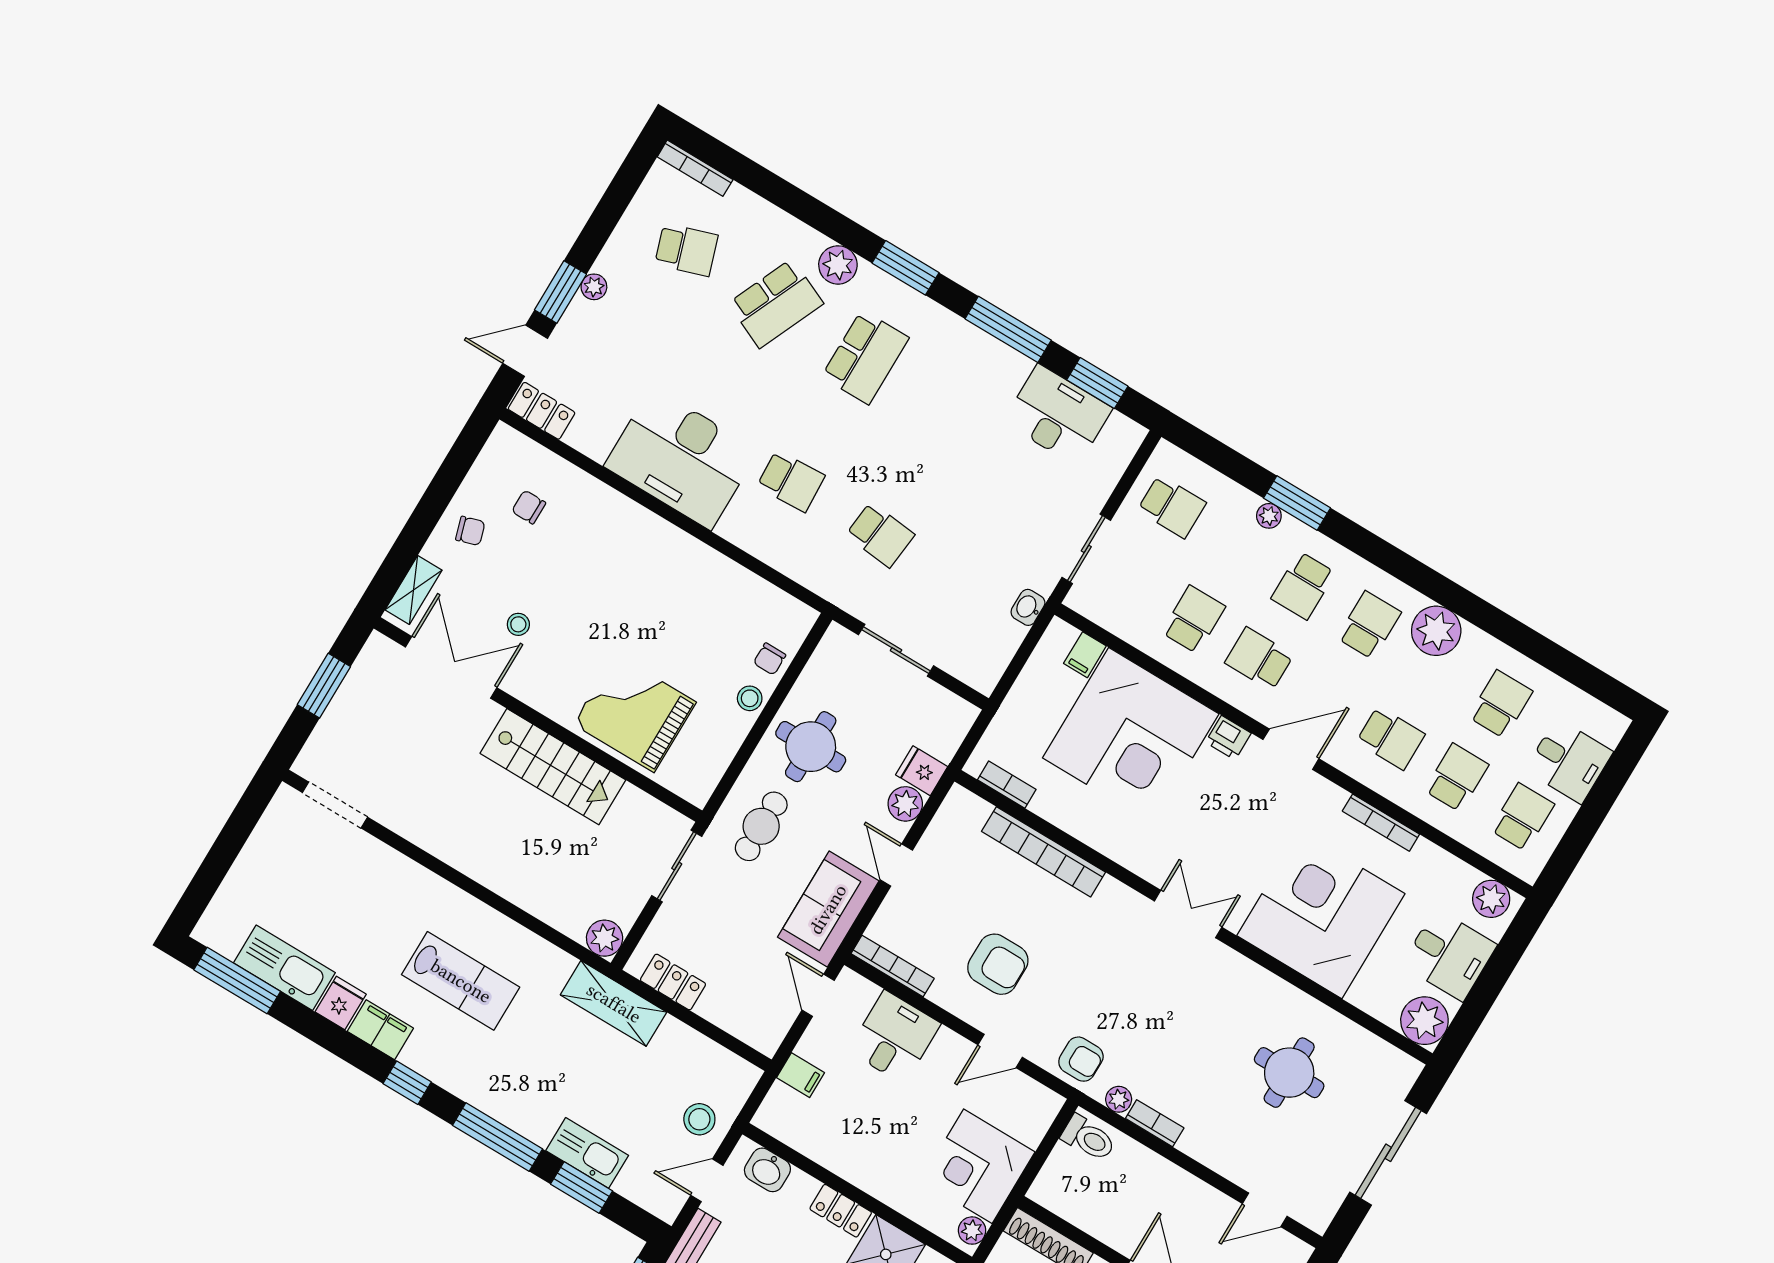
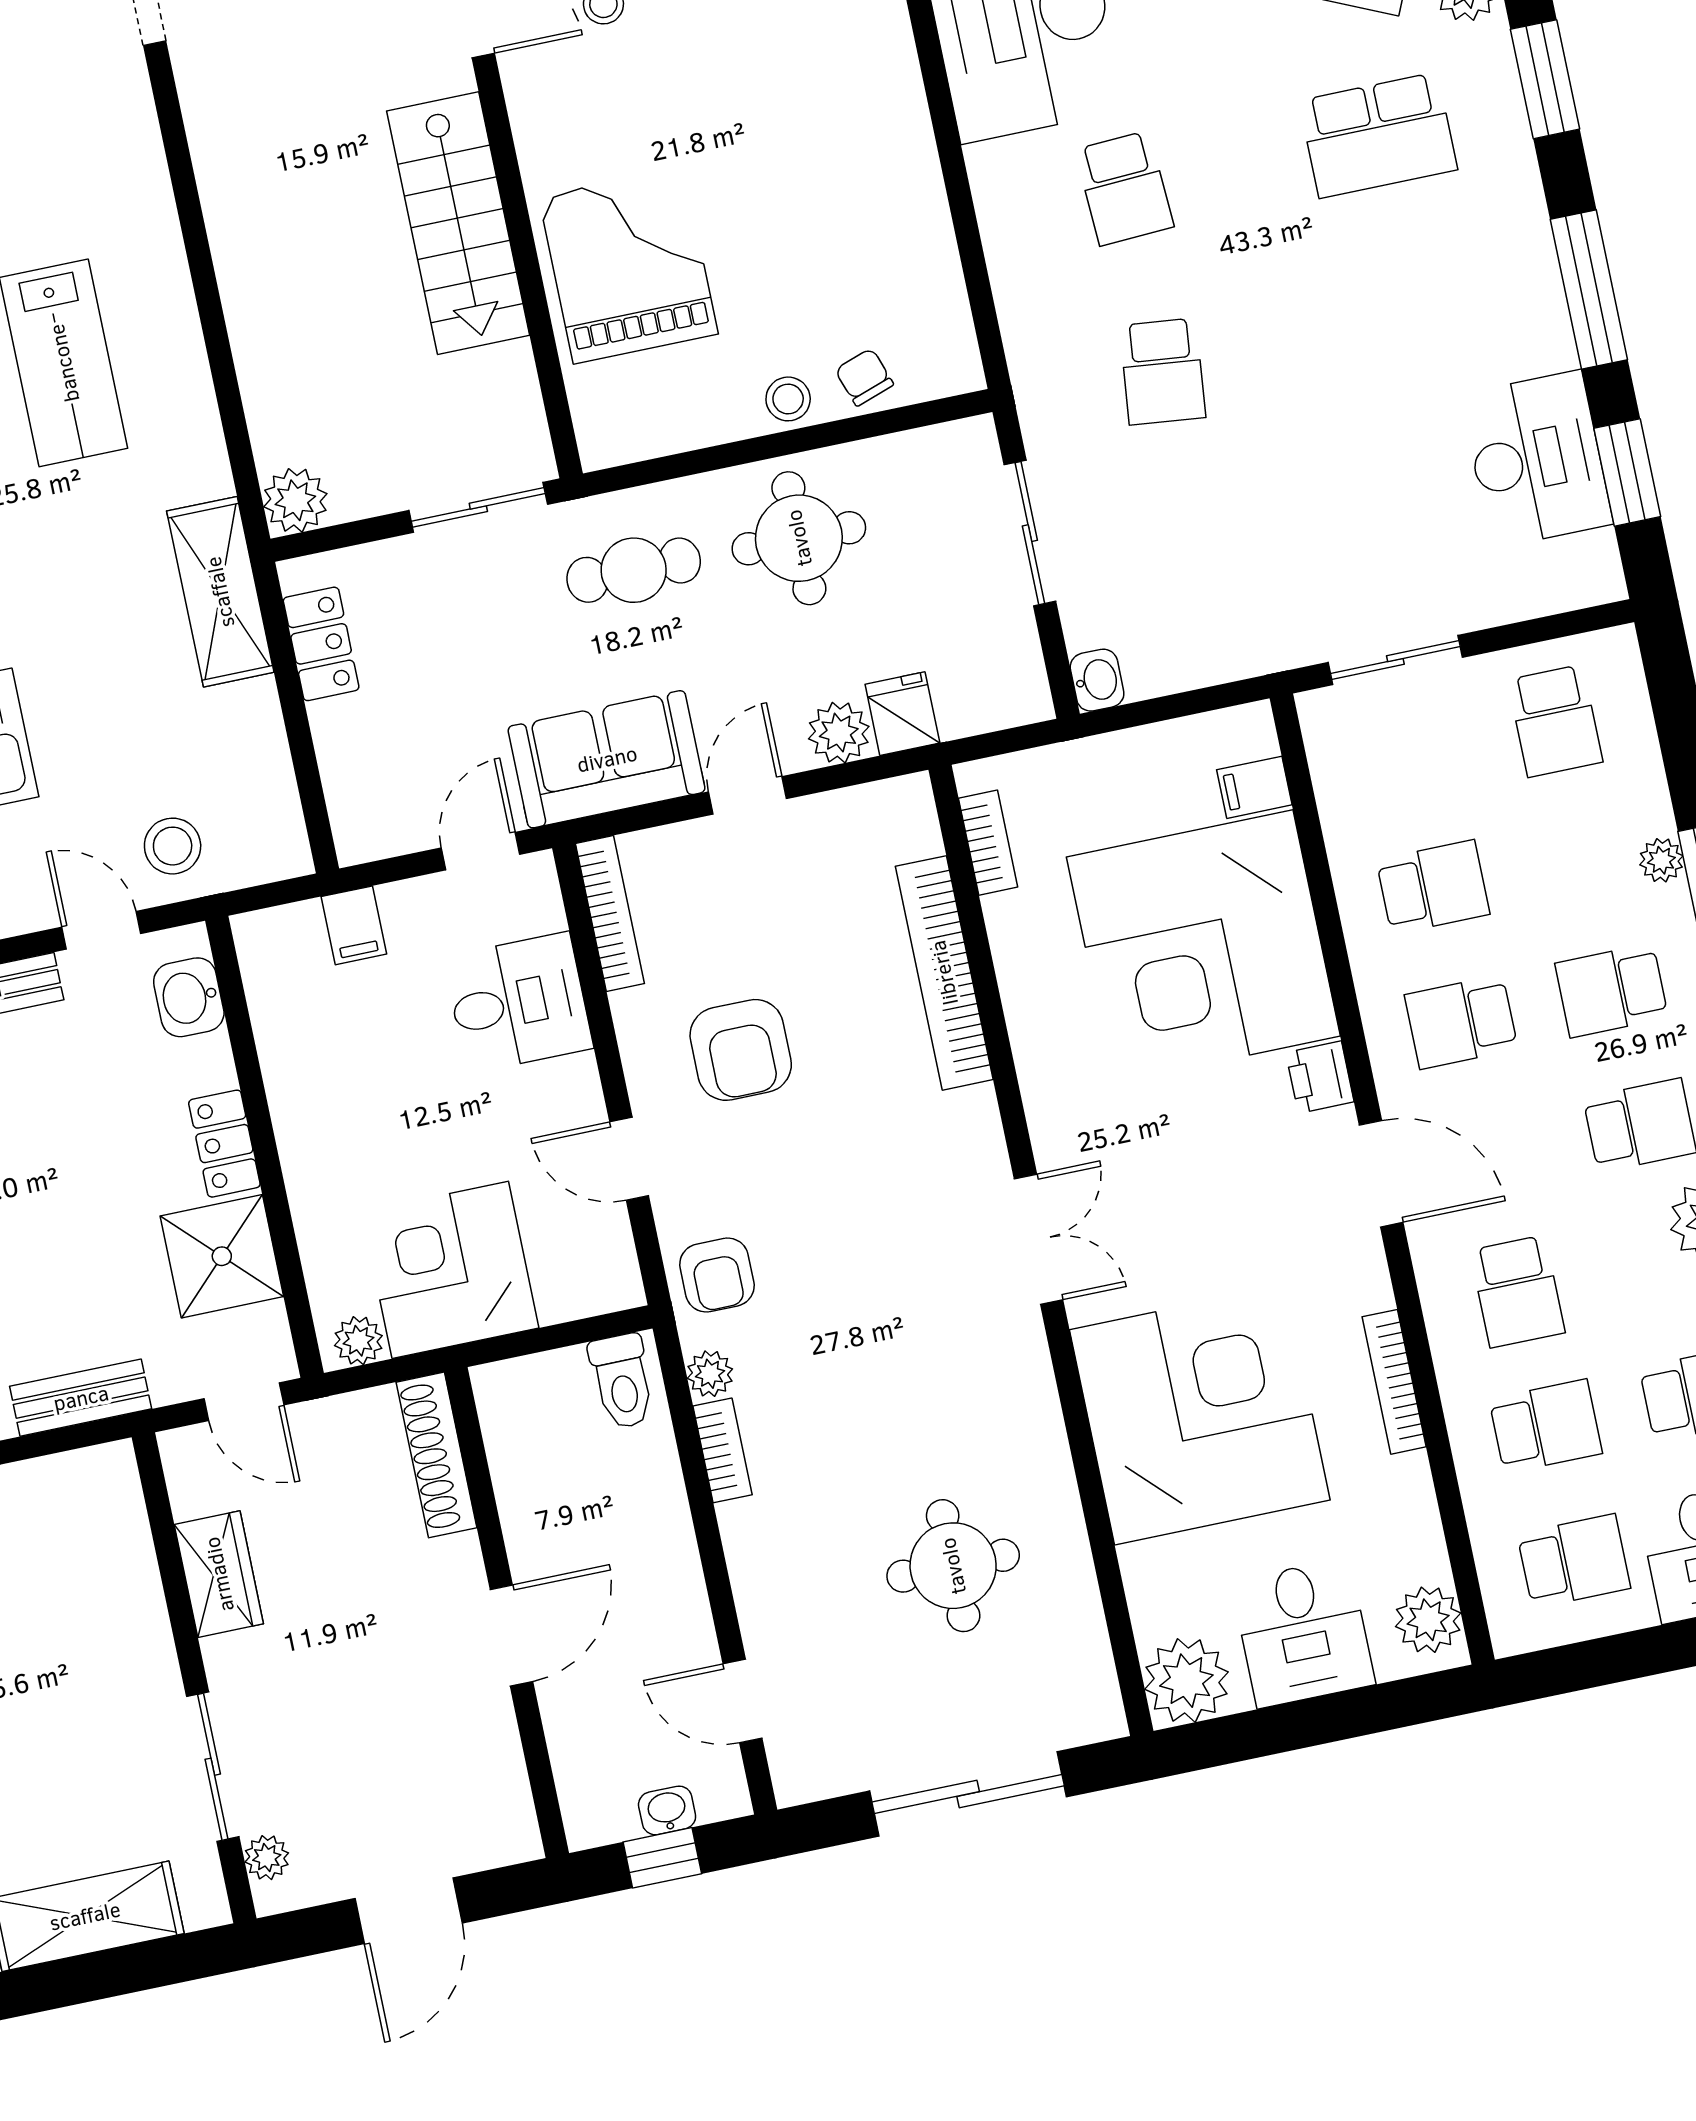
washbasin: (1028, 607) -> (1097, 680), moved, turned 90
chair: (770, 659) -> (864, 377), turned 71
school desk: (1259, 659) -> (1461, 1022), turned -90

